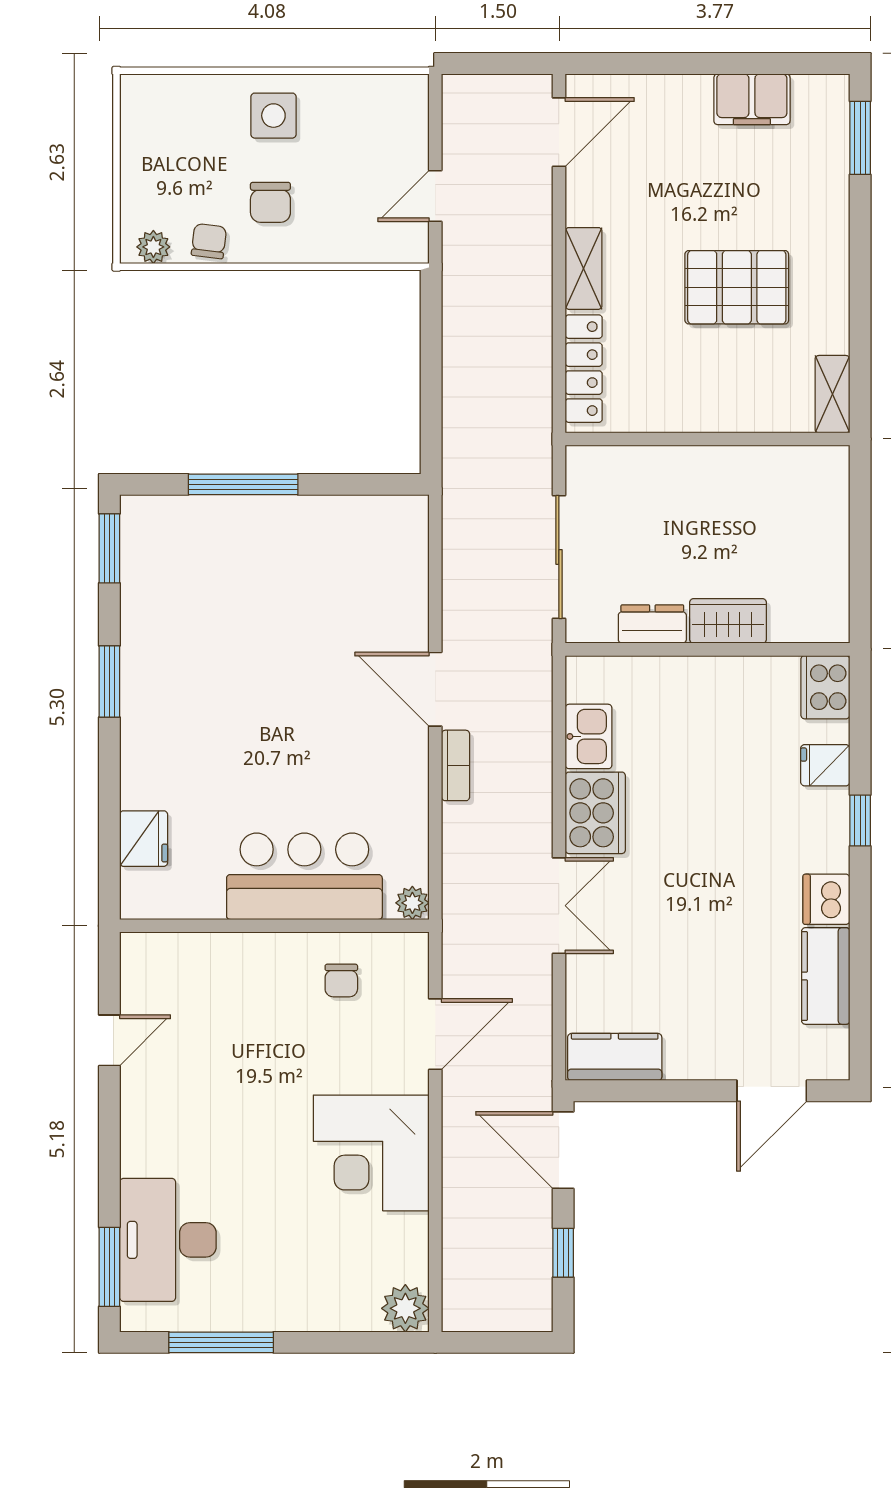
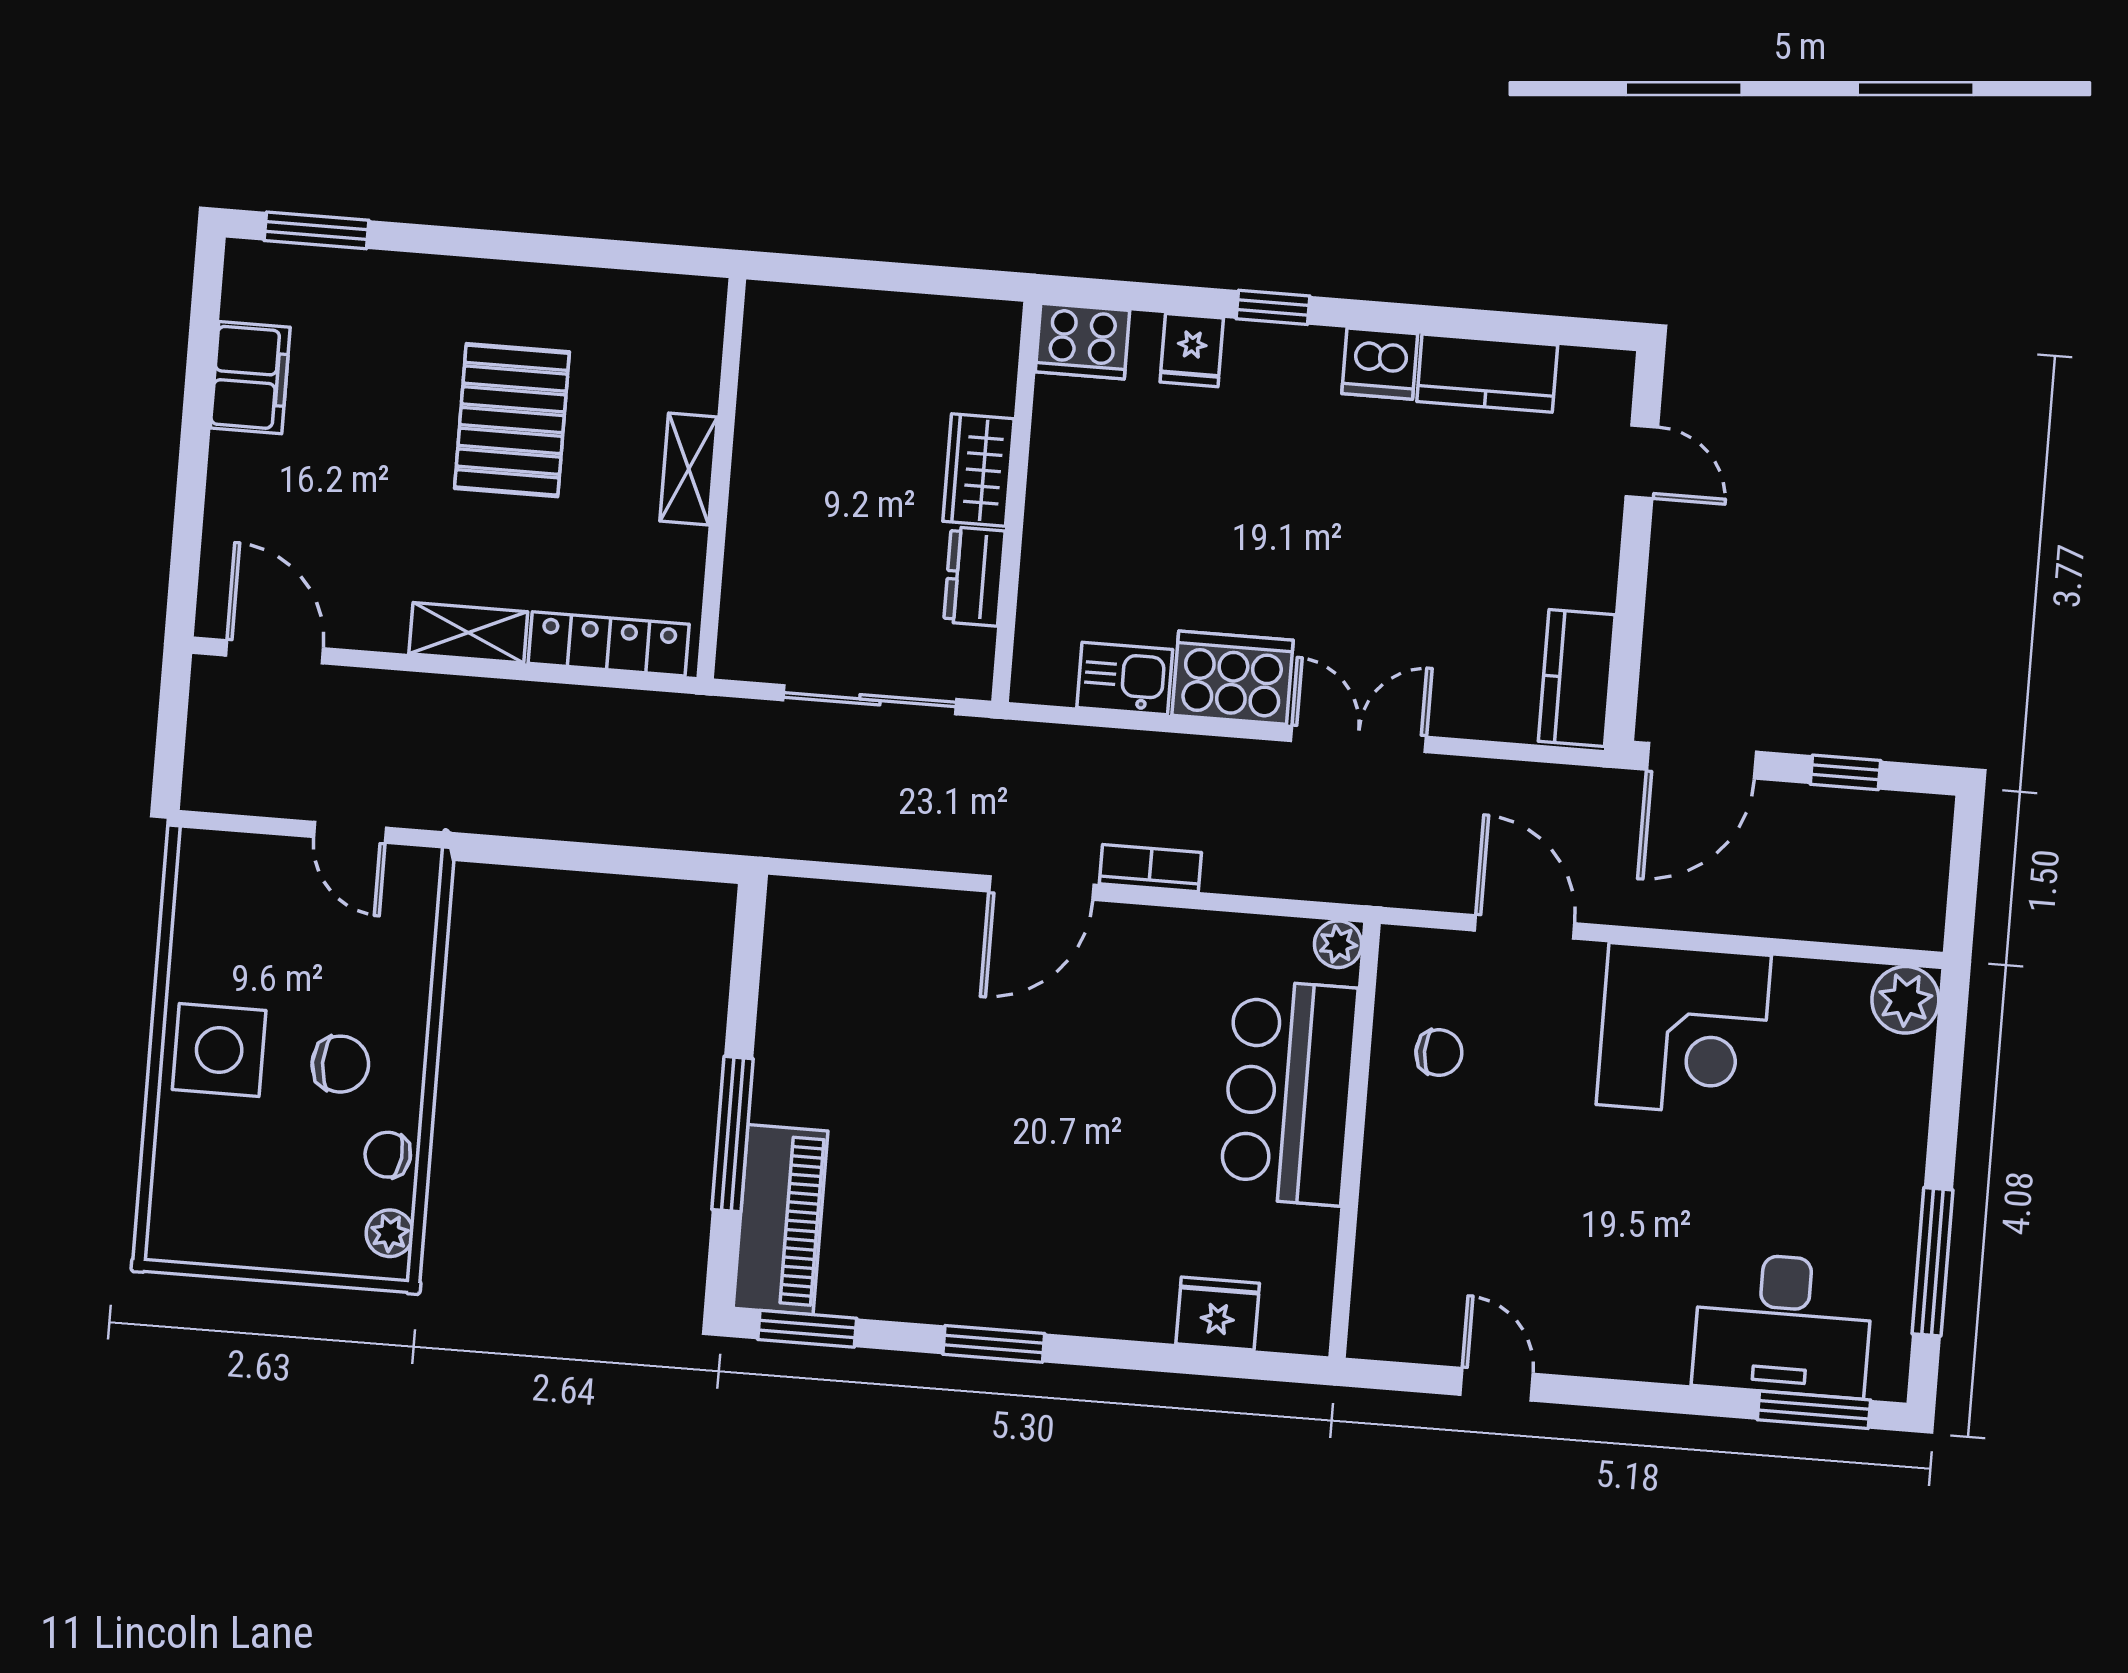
side table: (273, 116) -> (219, 1050), width x1.37, depth x1.37
shelving: (832, 394) -> (689, 469), moved, turned 90
piano: (185, 523) -> (780, 1220), added
door: (772, 1091) -> (1642, 462), width x0.73

